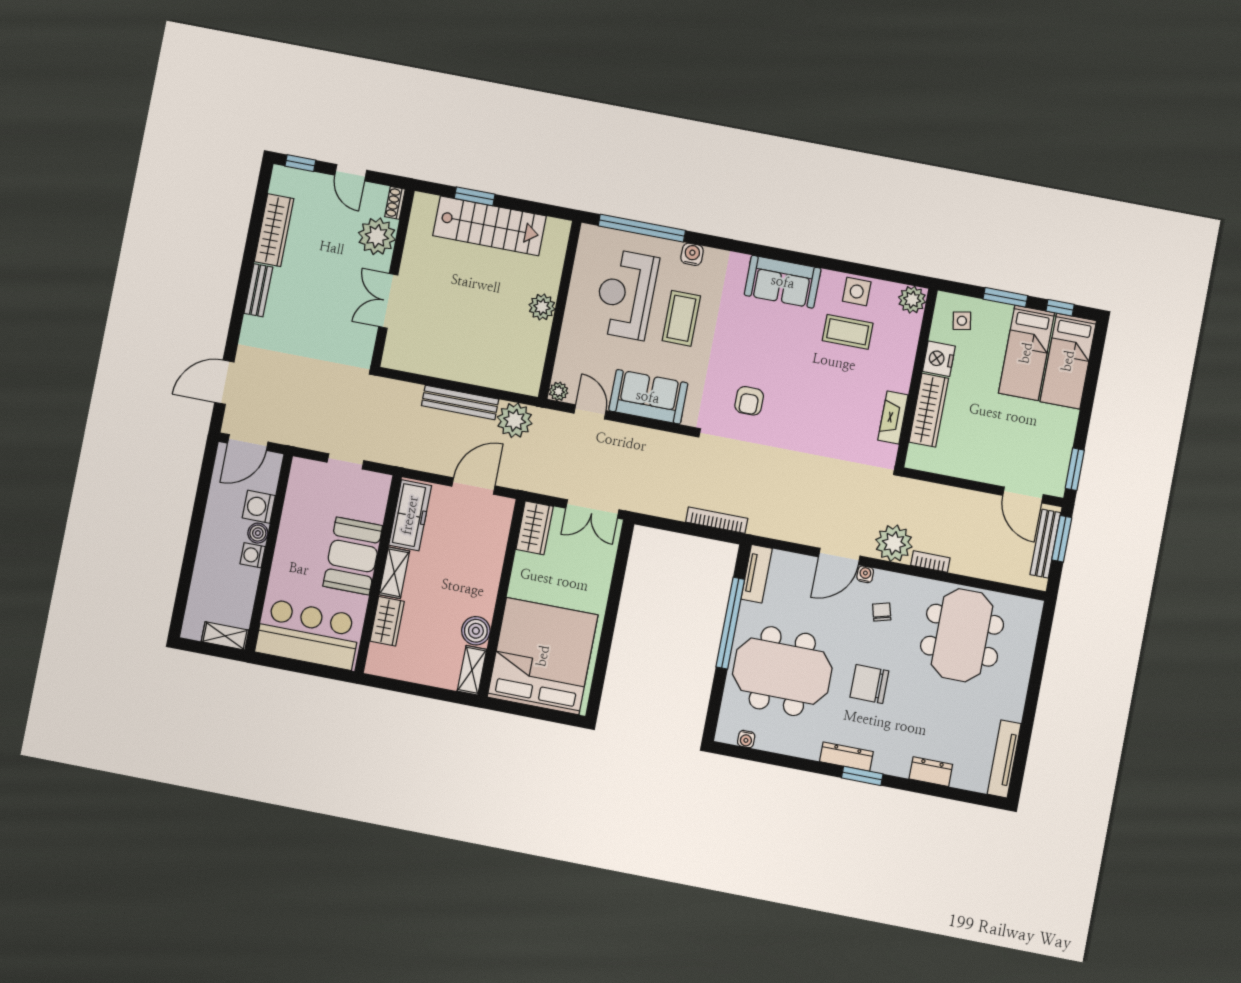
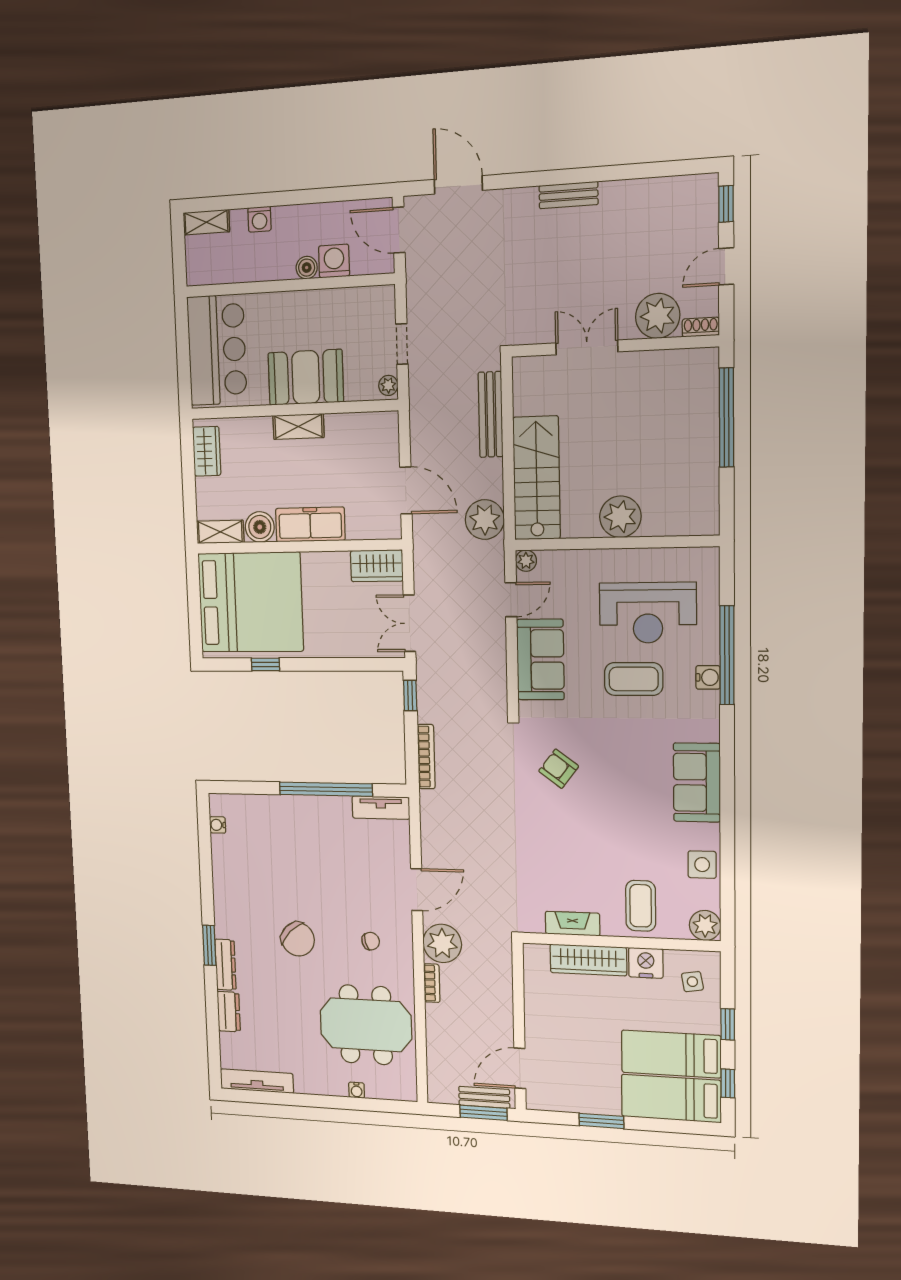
window: (475, 196) -> (726, 418), width x2.11
stairs: (489, 226) -> (537, 478), moved, turned 180
window: (642, 228) -> (727, 655), moved
wardrobe: (274, 230) -> (641, 194), removed
reception desk: (626, 294) -> (648, 613), turned 180
window: (1005, 297) -> (728, 1024), width x0.67
plant: (542, 307) -> (620, 517), width x1.36, depth x1.36
coffee table: (848, 332) -> (641, 906), moved
armchair: (749, 401) -> (559, 769), turned 37
bench: (460, 402) -> (491, 414), moved
window: (1075, 469) -> (601, 1121), moved
plant: (378, 482) -> (388, 385), added
freezer: (410, 515) -> (310, 524), moved, turned 180
window: (658, 523) -> (410, 695), added
bench: (1045, 544) -> (484, 1097), width x0.73
washing machine: (253, 555) -> (259, 219), moved, turned 180
door: (839, 557) -> (417, 890), swing flipped
water cooler: (865, 574) -> (357, 1090), moved, turned 90
wardrobe: (387, 621) -> (207, 451), moved, turned -90
shelving: (225, 636) -> (206, 222), moved, turned 90
window: (603, 655) -> (265, 665), added
meeting table: (782, 671) -> (291, 850), removed
chair: (869, 684) -> (298, 939), turned 135
dresser: (846, 757) -> (225, 965), moved

